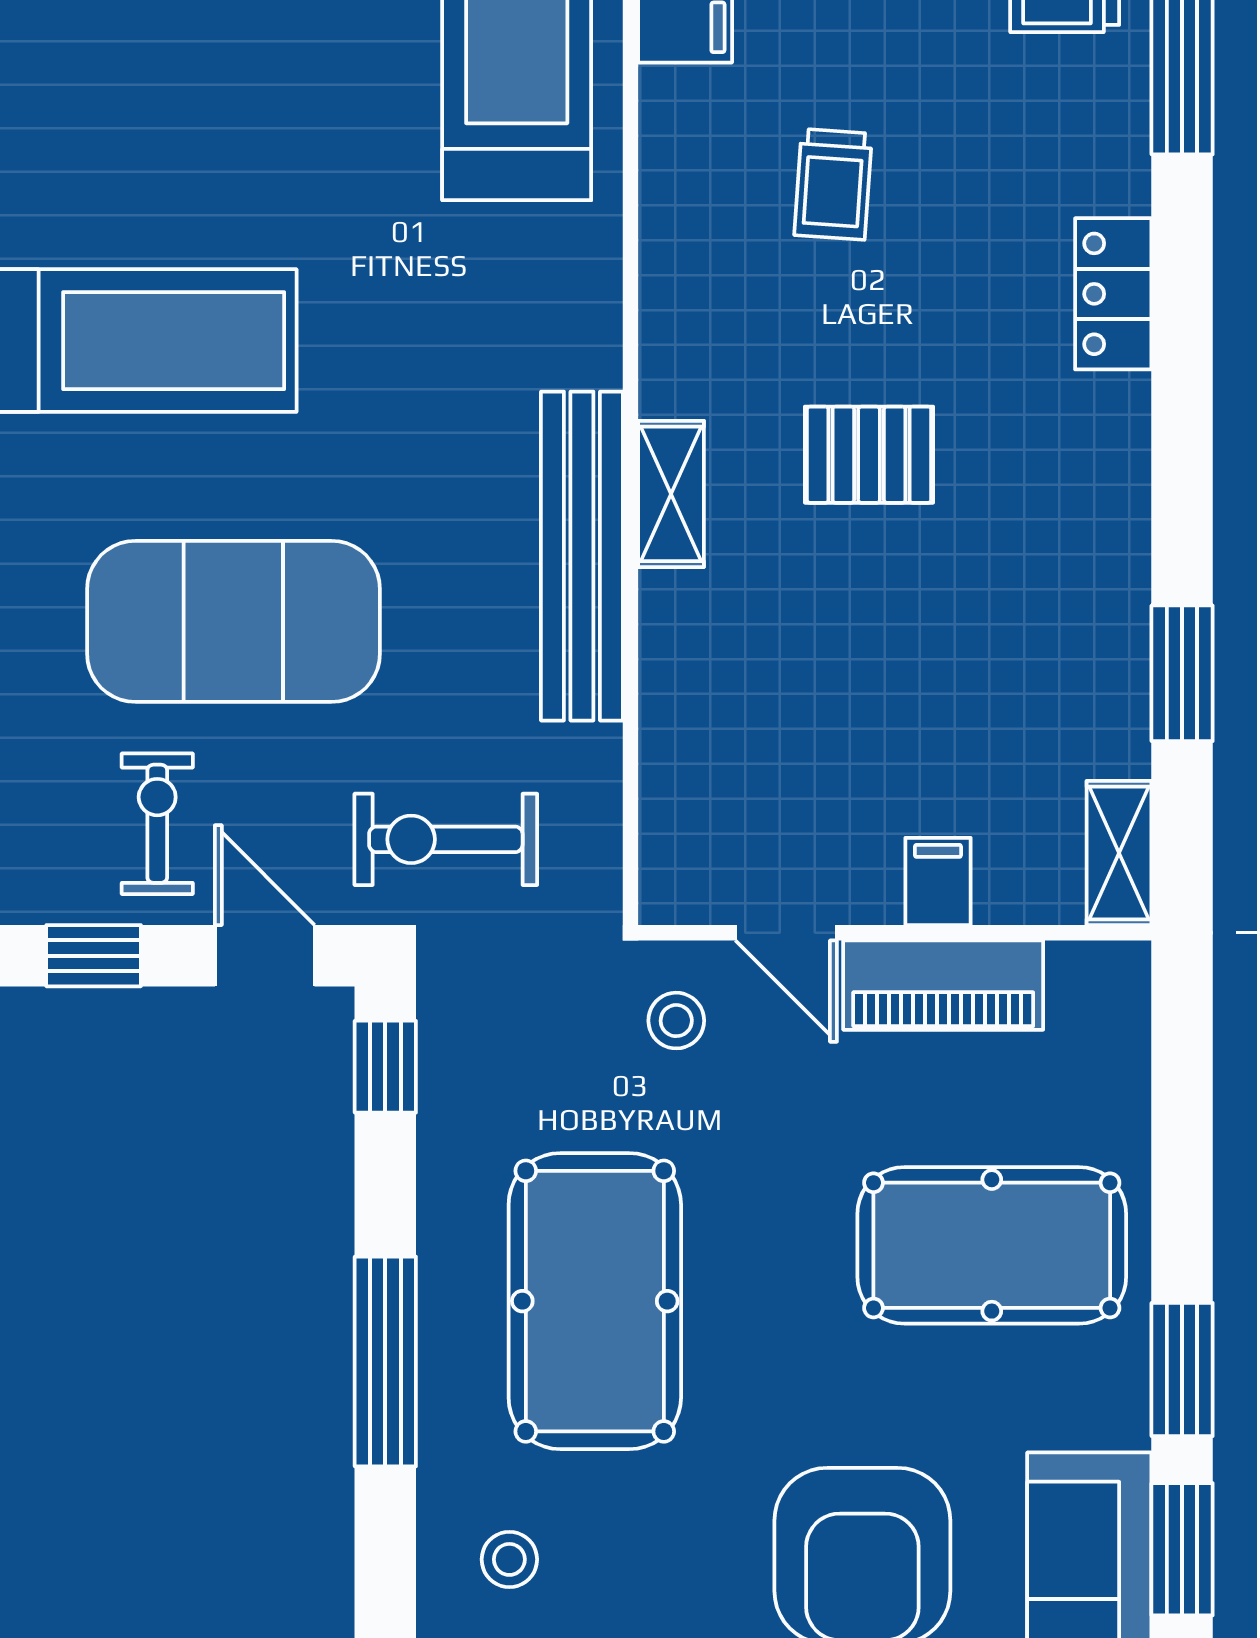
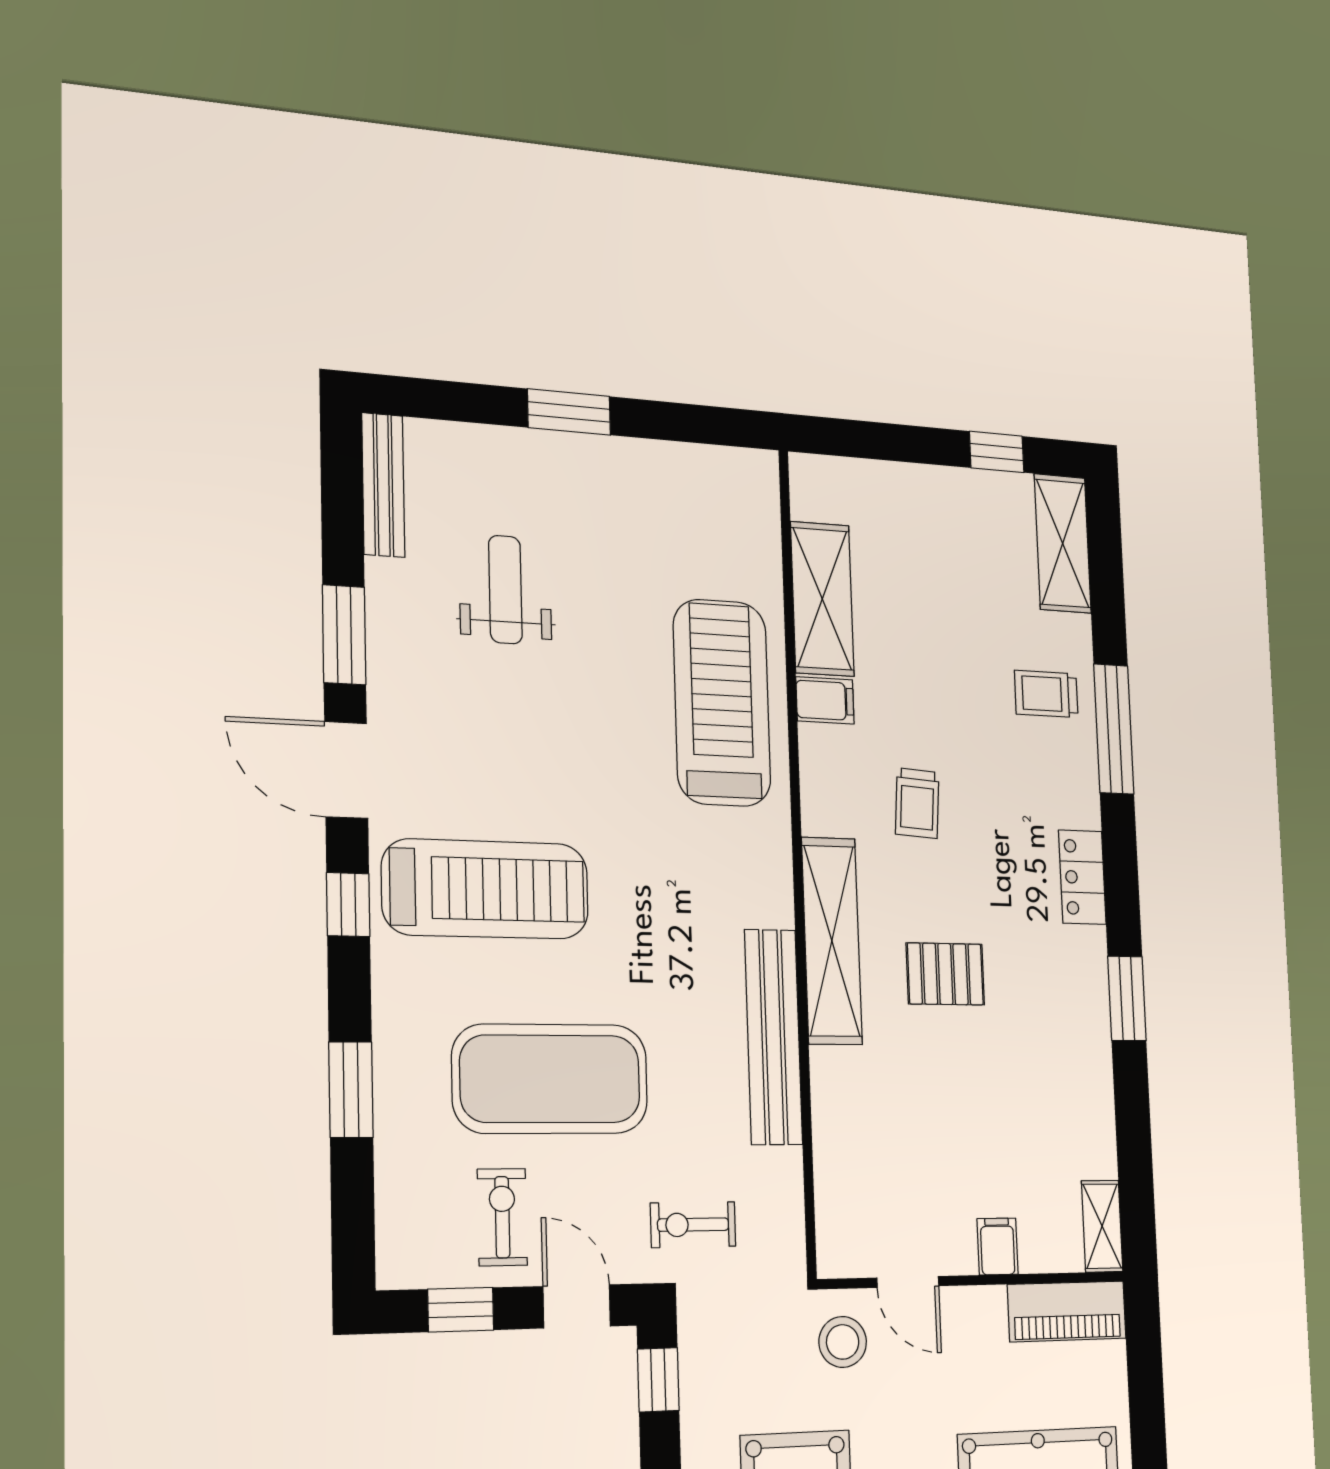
shelving: (671, 494) -> (832, 941), width x2.20, depth x1.33
window: (1182, 673) -> (1127, 998), moved
exercise bike: (446, 839) -> (693, 1225), width x0.73, depth x0.72
piano: (943, 985) -> (1067, 1311), moved
stool: (676, 1021) -> (843, 1342), width x1.37, depth x1.37

